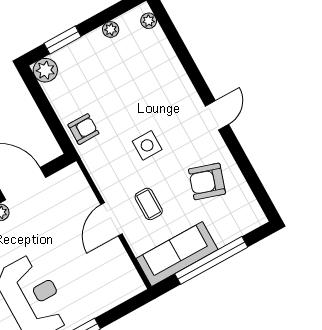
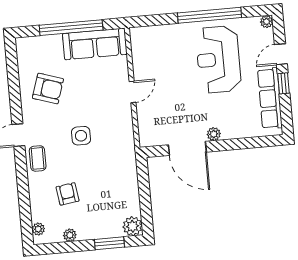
armchair: (83, 129) -> (68, 194), moved, turned 82
coffee table: (149, 204) -> (38, 158), moved
door: (111, 219) -> (132, 92), width x0.73

